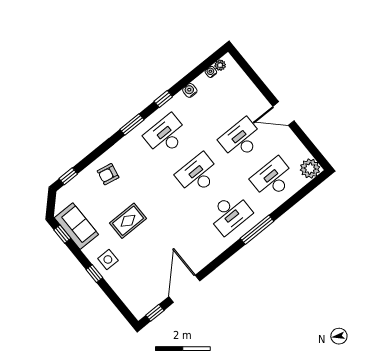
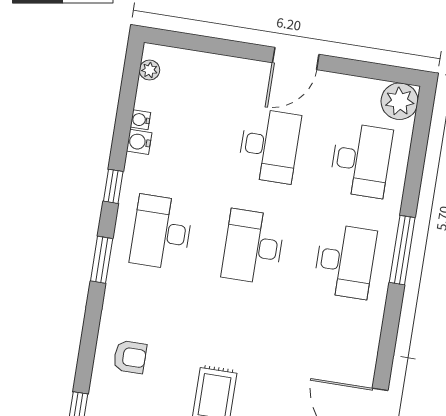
water cooler: (211, 72) -> (140, 120), moved
desk: (241, 139) -> (269, 146), turned 180
armchair: (108, 174) -> (130, 357), turned -101
desk: (273, 178) -> (361, 160), turned 180

